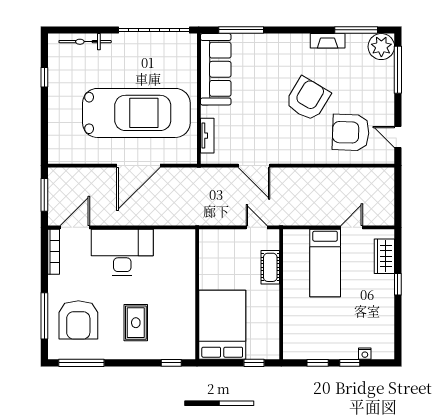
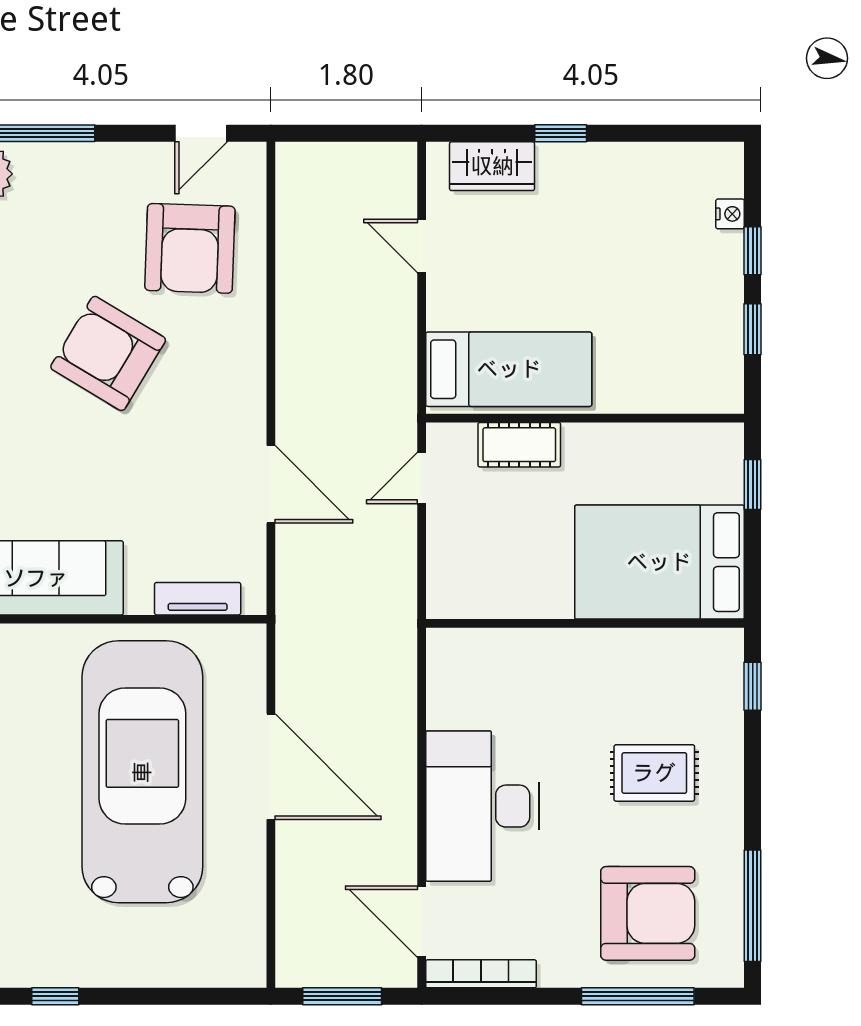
door: (254, 166) -> (271, 484), hinge flipped
bed: (325, 263) -> (509, 369), moved

